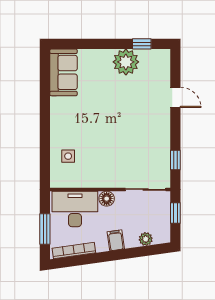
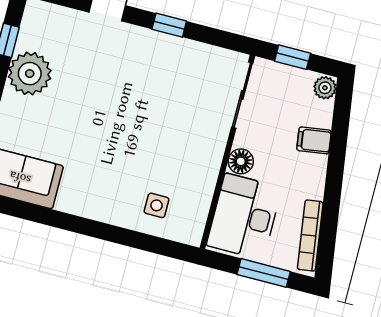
window: (175, 160) -> (169, 25), moved
plant: (146, 239) -> (325, 88), moved
filing cabinet: (116, 240) -> (314, 140), moved

